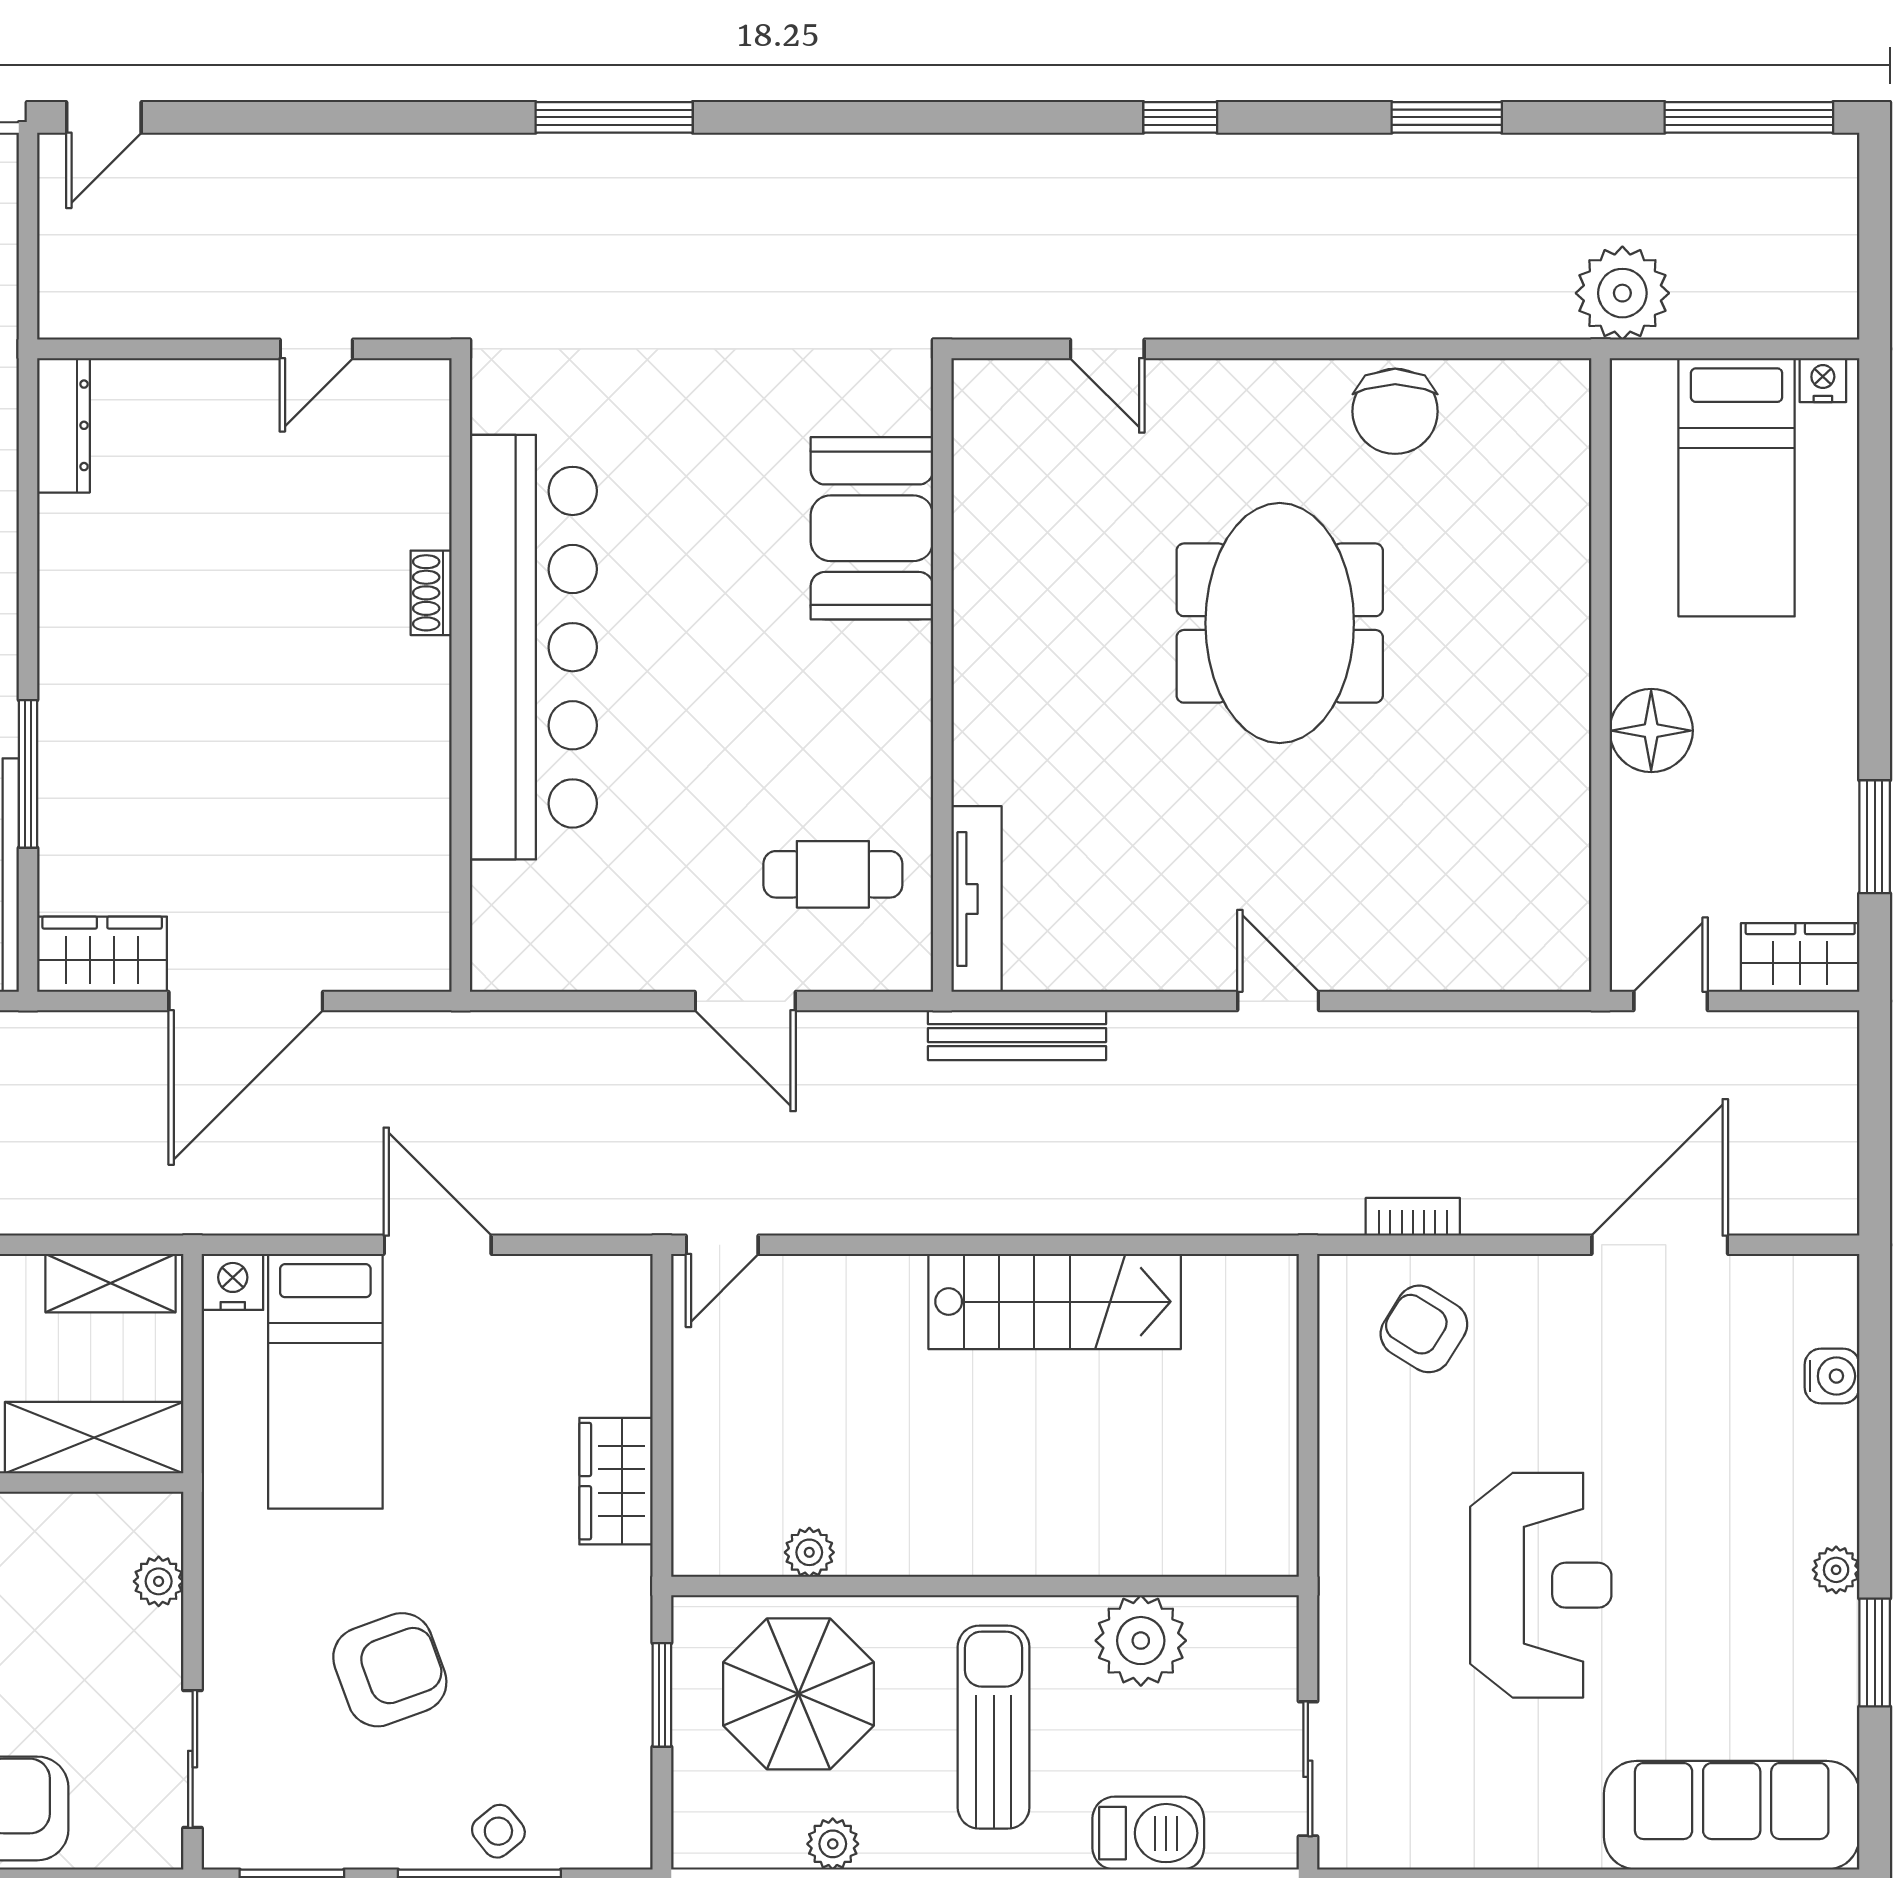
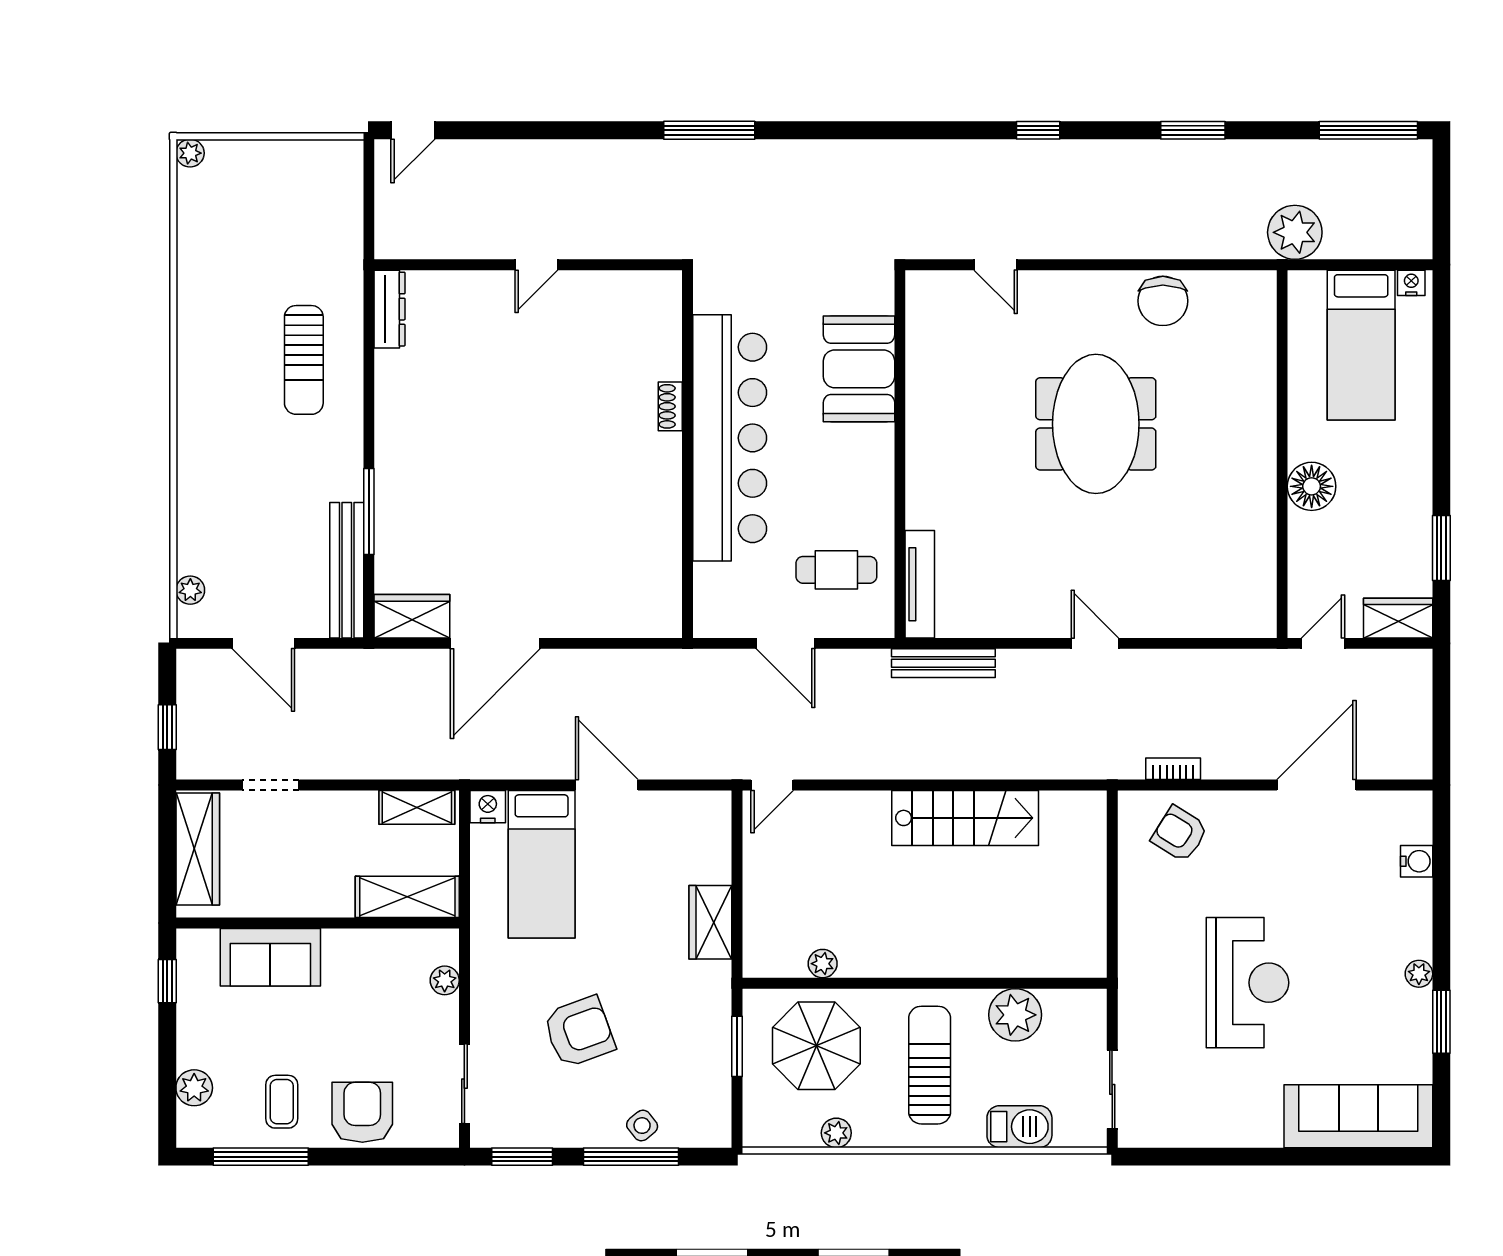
shoe rack: (431, 593) -> (670, 406), moved
bar counter: (533, 647) -> (730, 438), moved
wall: (461, 675) -> (687, 454), moved

